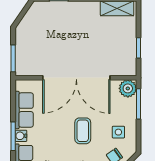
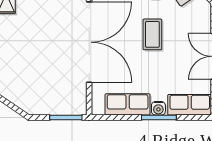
coffee table: (83, 131) -> (152, 34), turned 90

